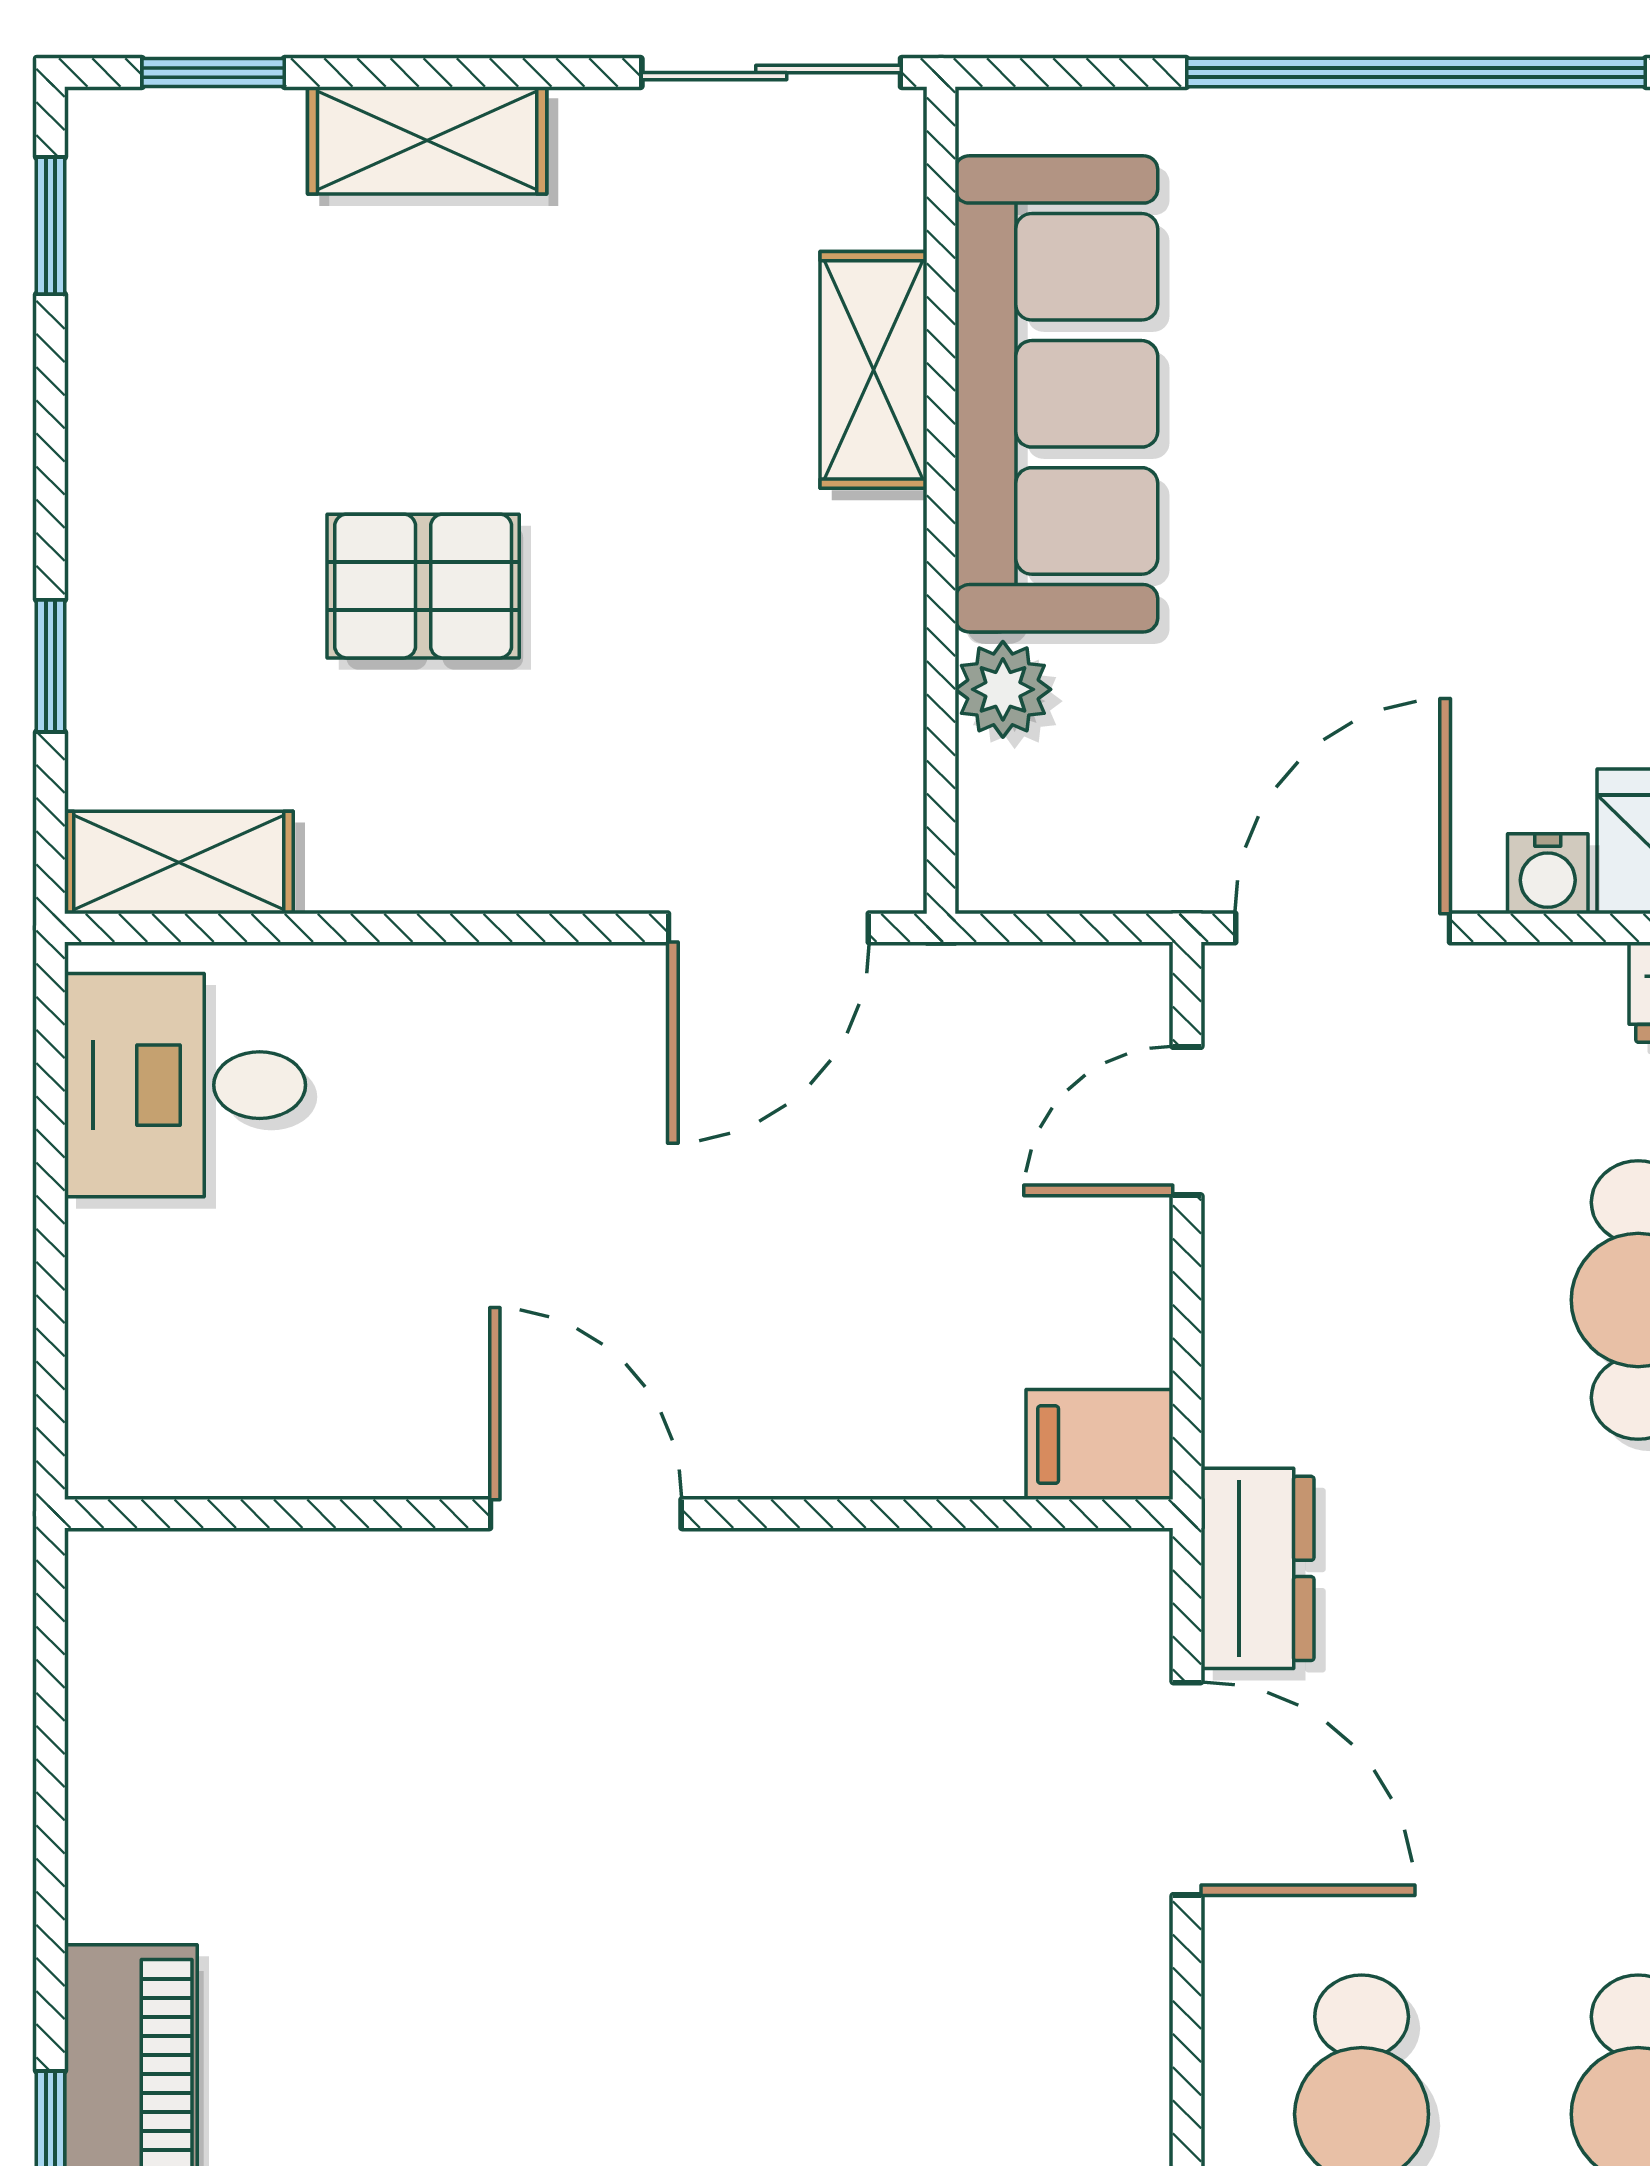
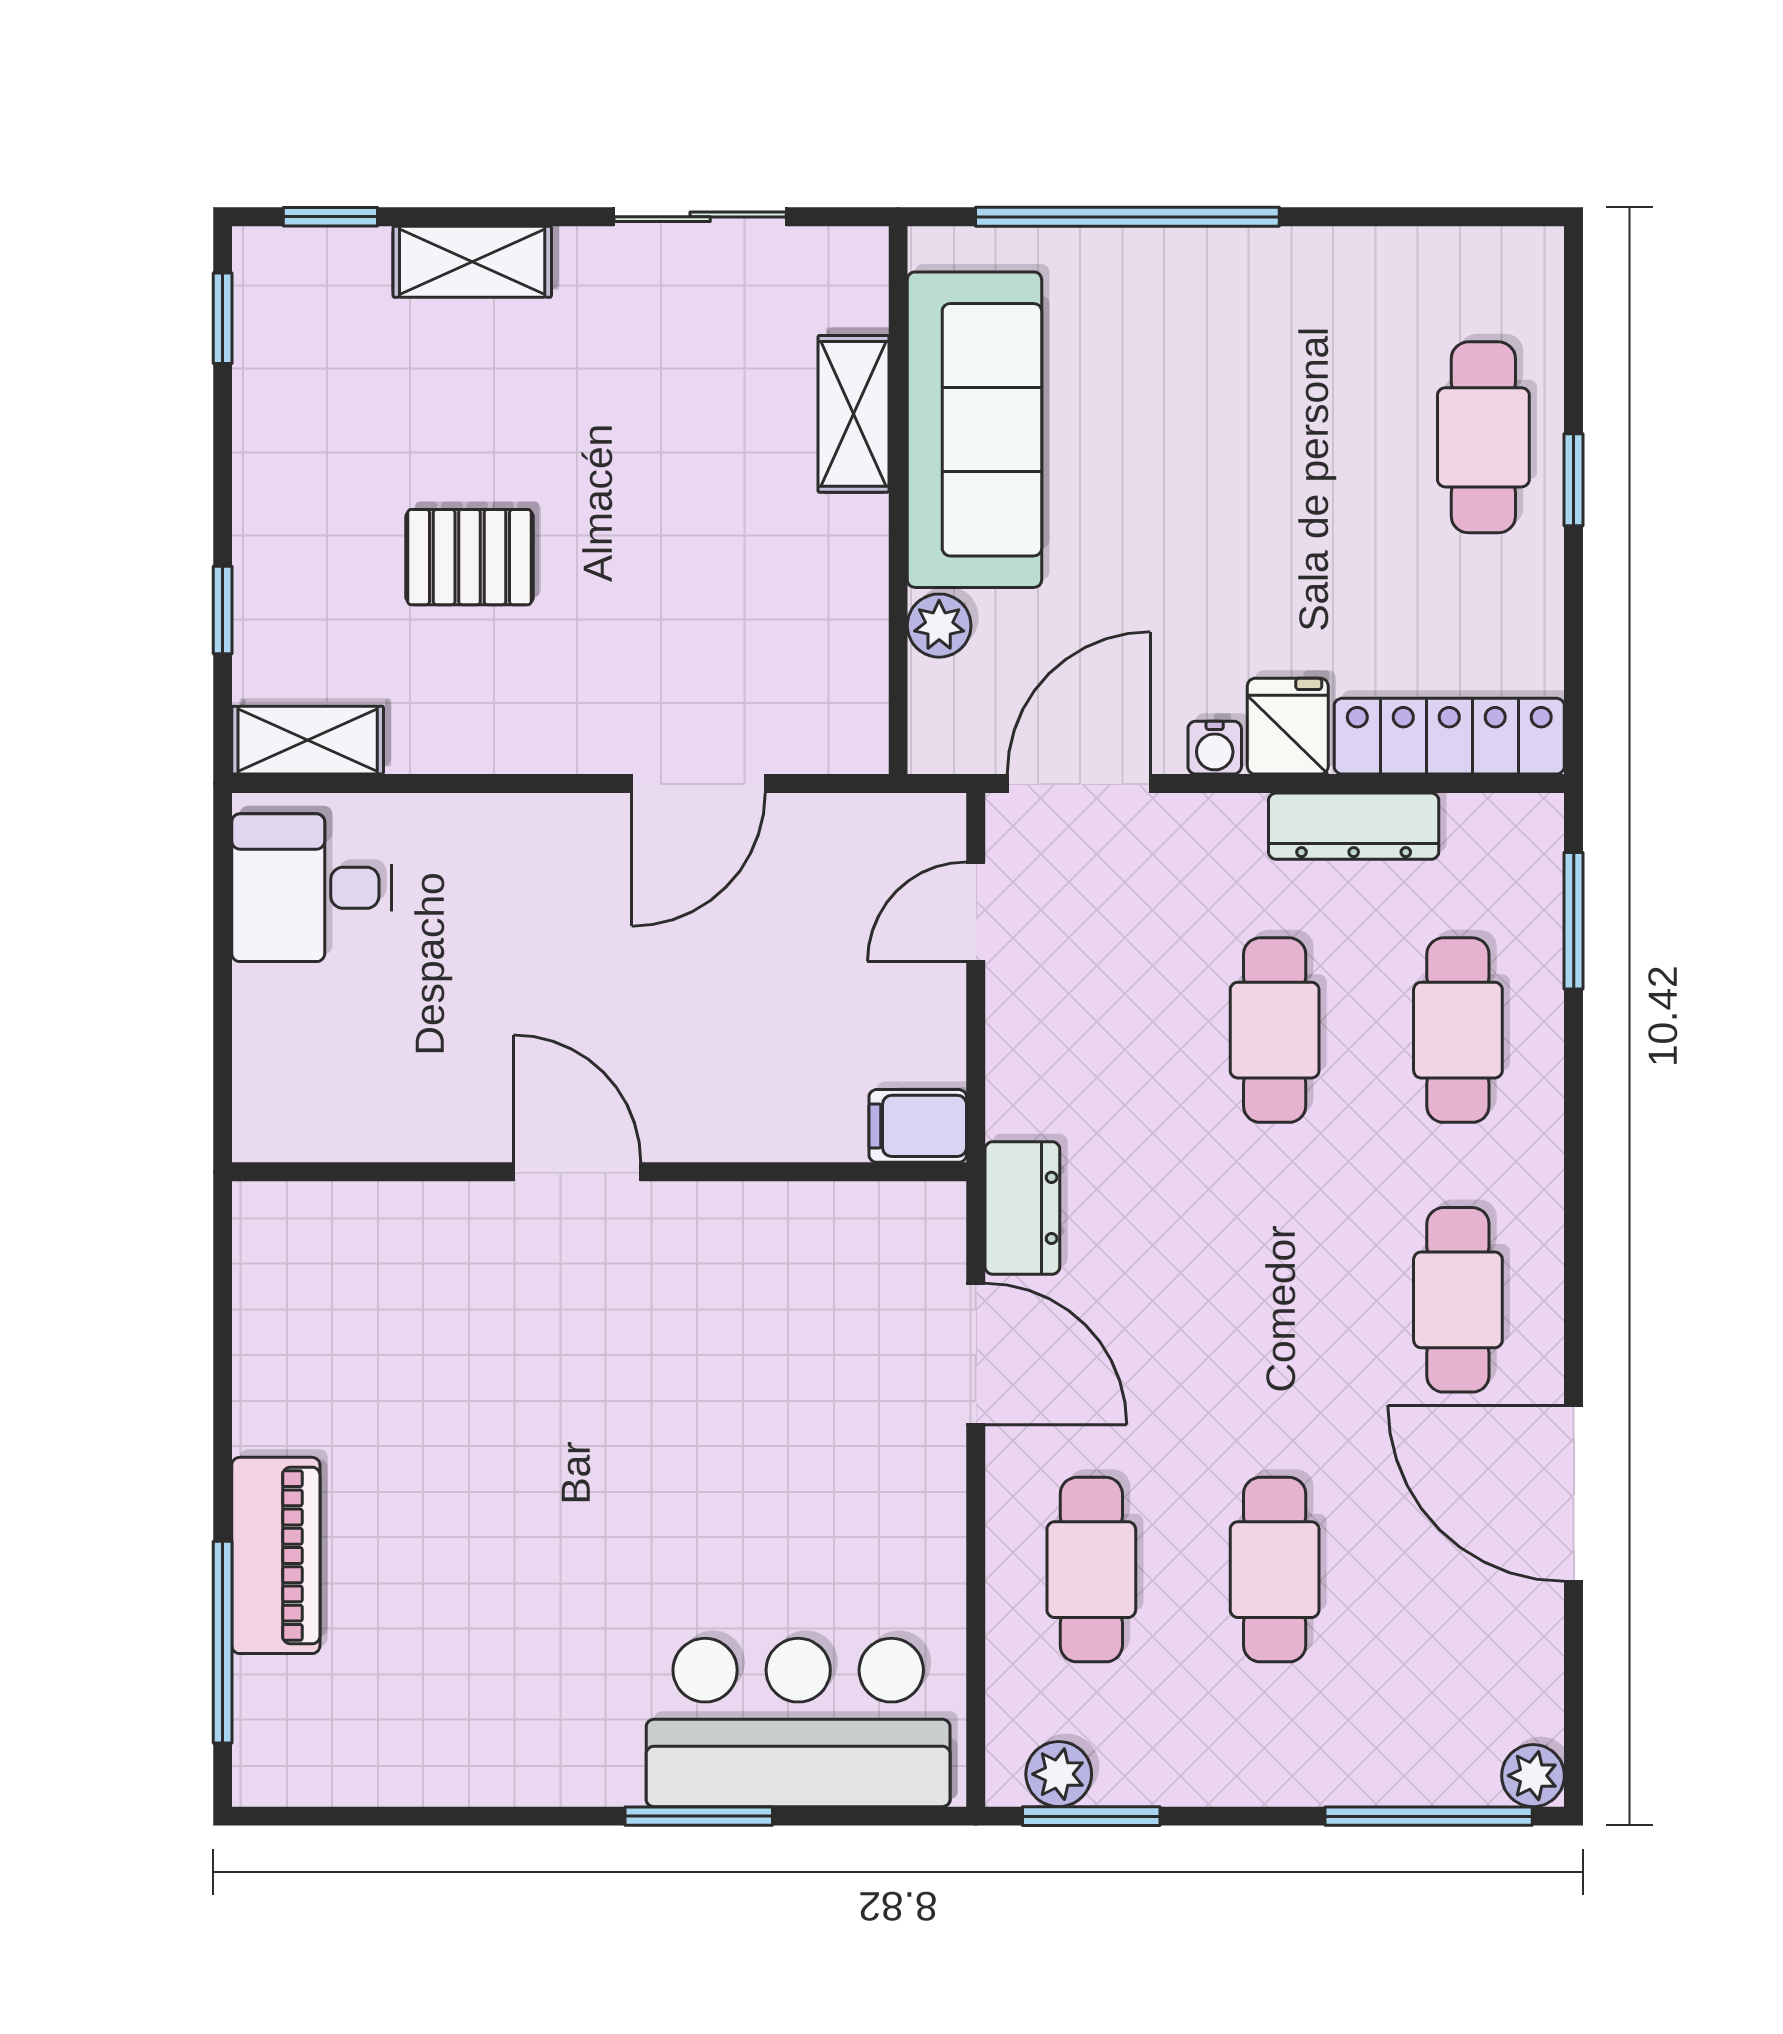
shelving: (874, 370) -> (853, 414), moved
sofa: (1056, 394) -> (974, 430), moved
wall: (941, 500) -> (898, 500), moved
plant: (1003, 689) -> (939, 626), moved

